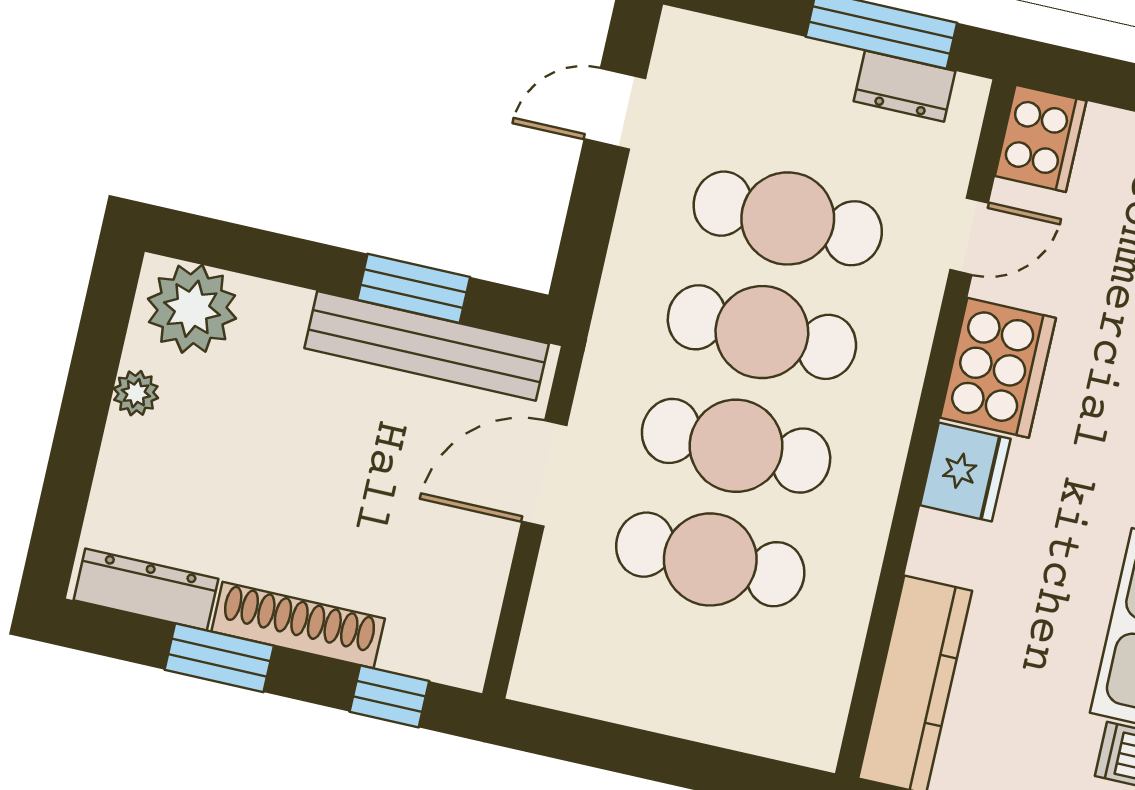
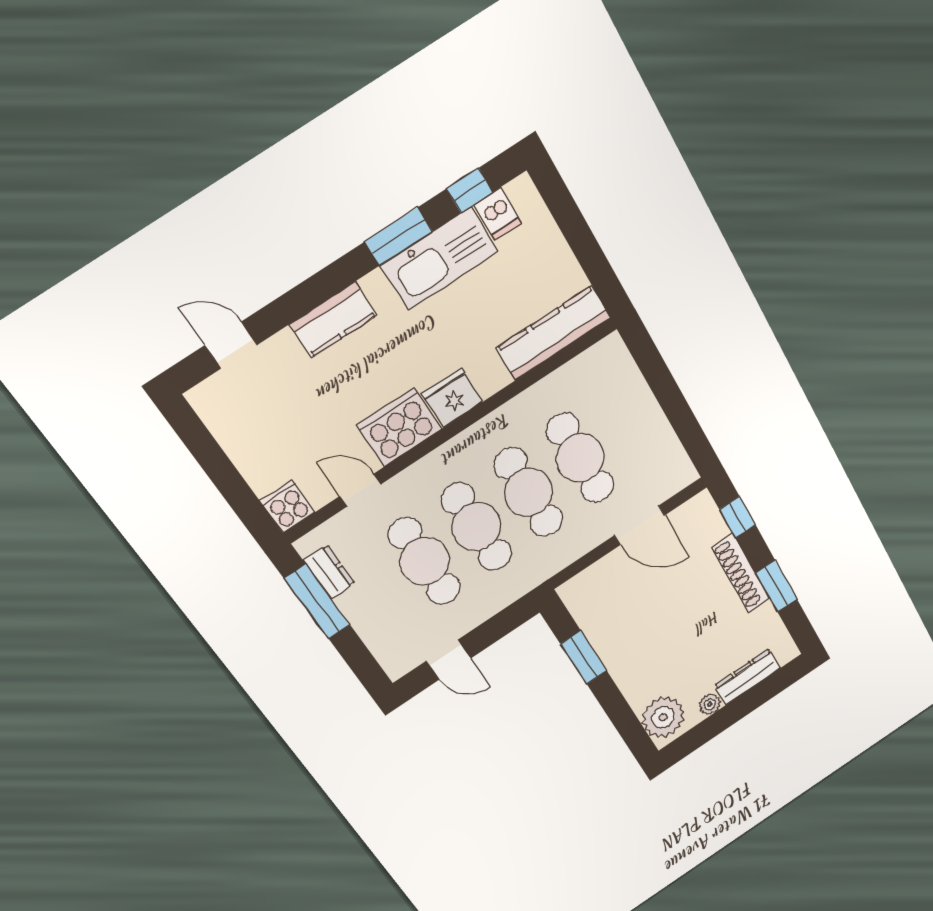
cooker: (1041, 138) -> (288, 507), width x0.73
bench: (427, 346) -> (600, 633), removed
door: (544, 474) -> (639, 525), moved
dresser: (146, 589) -> (747, 677), moved, turned 90

